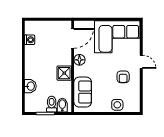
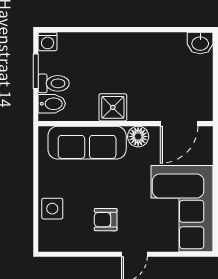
door: (73, 38) -> (179, 124), hinge flipped
washing machine: (30, 40) -> (48, 41), moved
washbasin: (30, 86) -> (200, 43), moved
sofa: (83, 92) -> (87, 143), width x1.36

